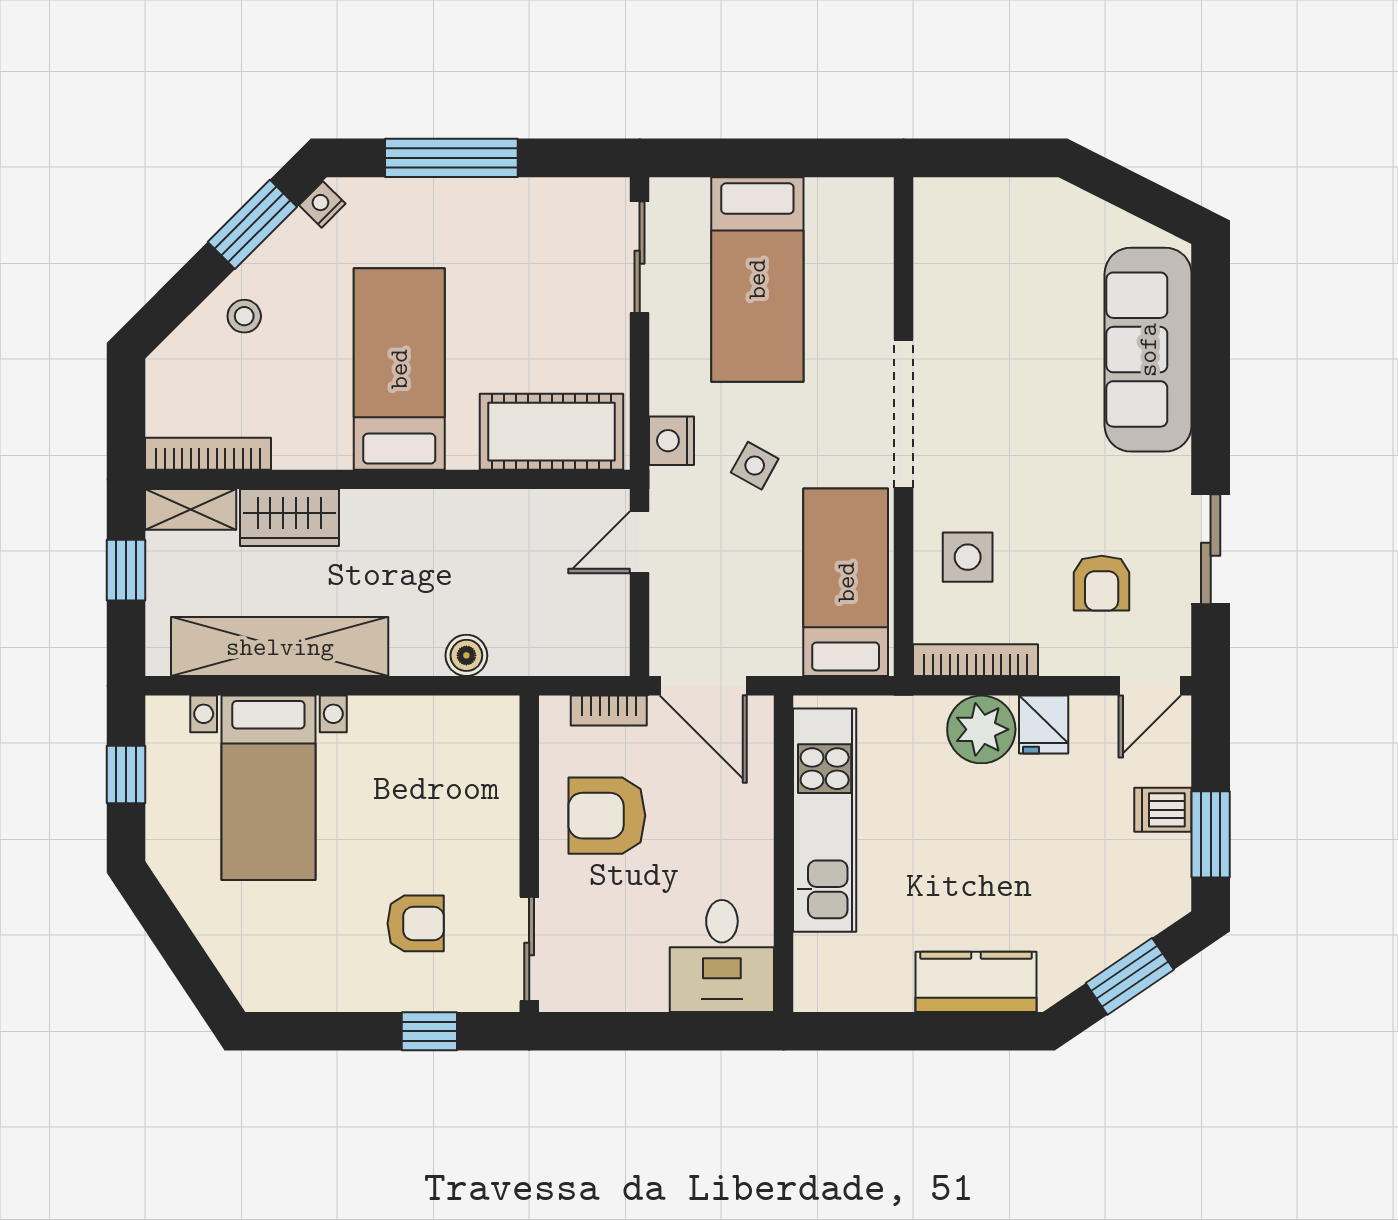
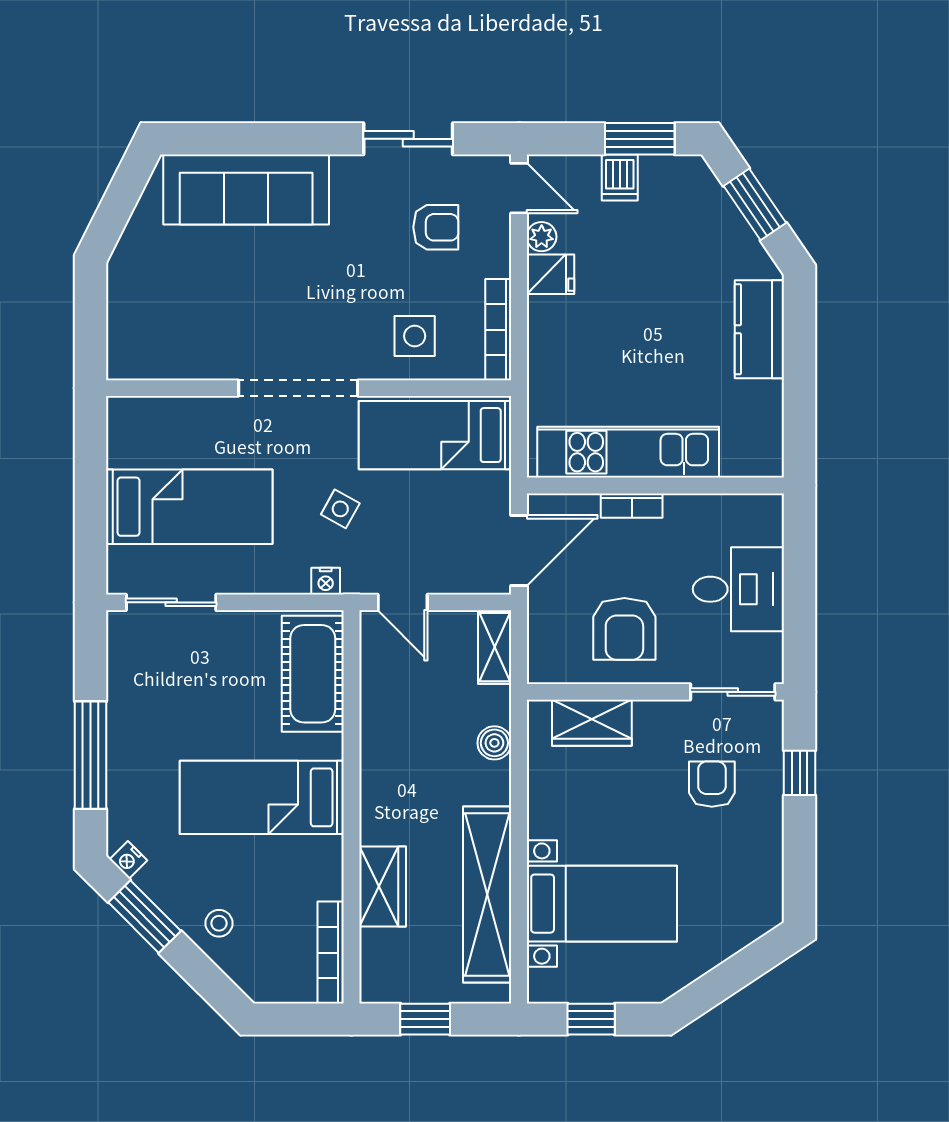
nightstand: (672, 441) -> (326, 581), width x0.72, depth x0.74
shelving: (191, 509) -> (495, 647), moved
bookcase: (609, 710) -> (632, 506), moved, turned 90
plant: (981, 729) -> (542, 237), moved, width x0.53, depth x0.53
wardrobe: (491, 775) -> (592, 723), added
desk: (722, 956) -> (738, 589), moved

